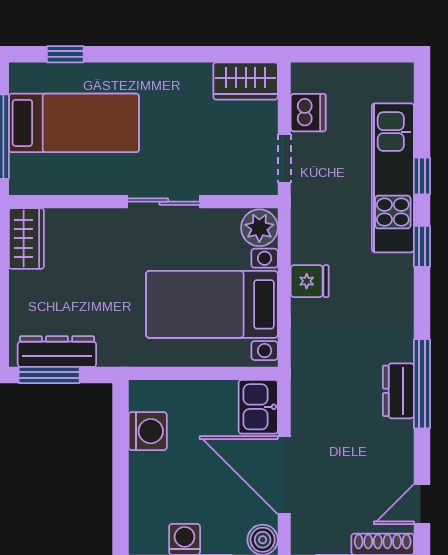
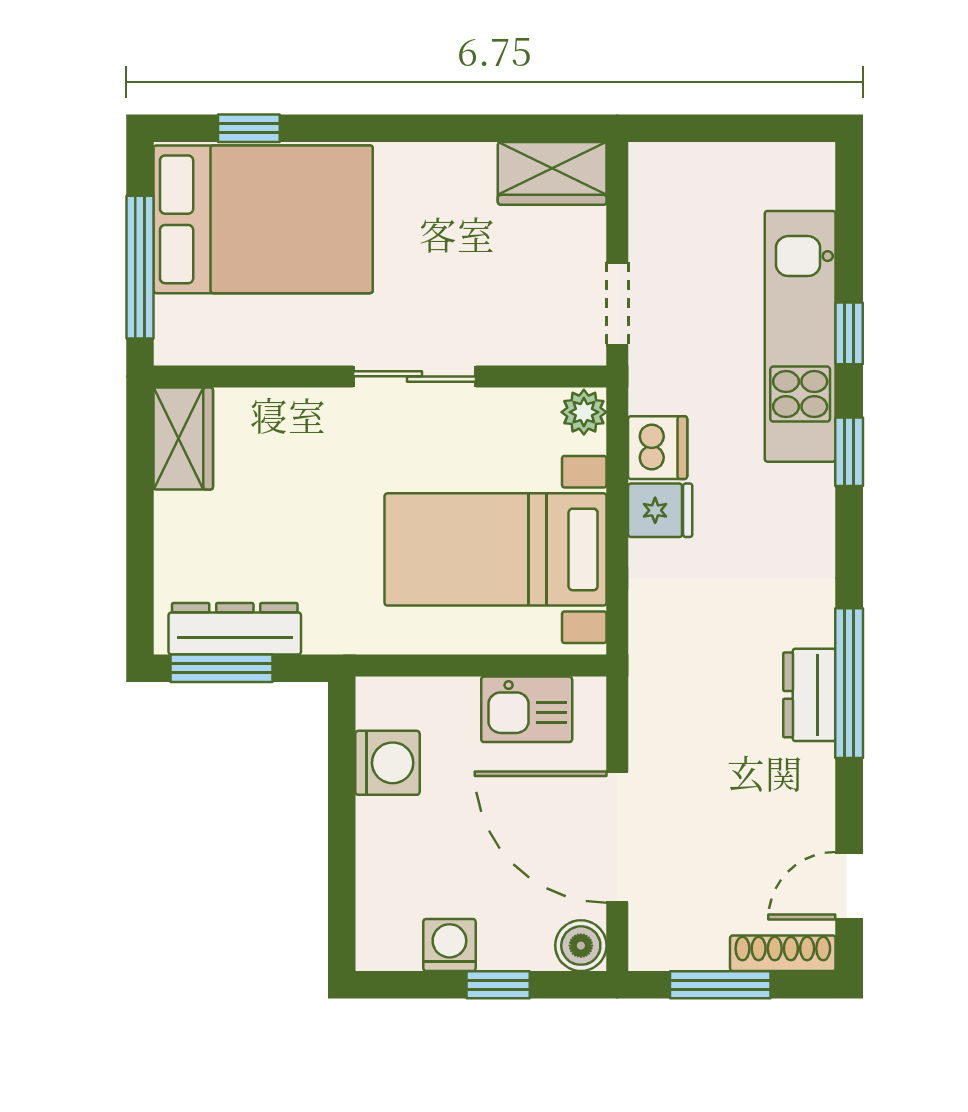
dishwasher: (308, 113) -> (658, 448), moved
bed: (74, 123) -> (263, 219), width x1.50
plant: (259, 228) -> (584, 412), width x0.73, depth x0.73
kitchen sink: (258, 407) -> (527, 709), moved, turned -90

